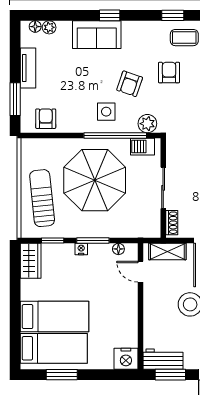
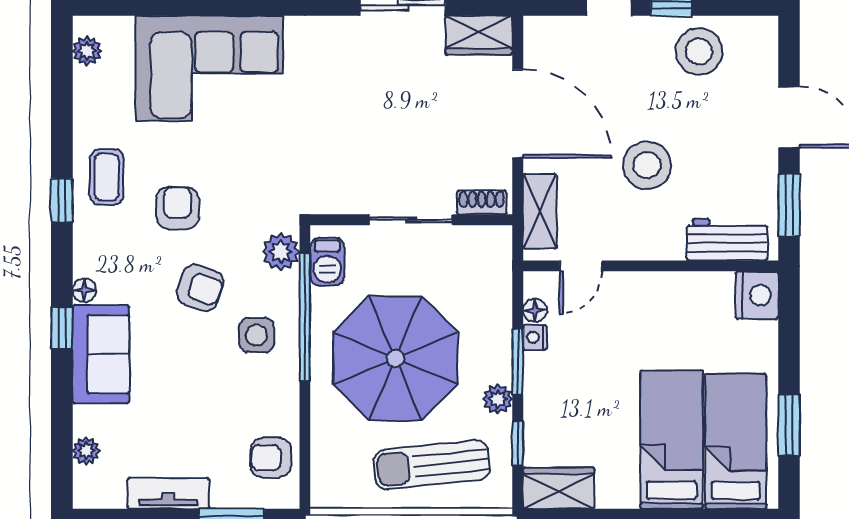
floor lamp: (35, 27) -> (84, 290), moved
armchair: (169, 73) -> (178, 208), turned 90
plant: (75, 231) -> (498, 399), added
nightstand: (81, 249) -> (535, 337), moved
workbench: (163, 359) -> (727, 240), moved, turned 90

